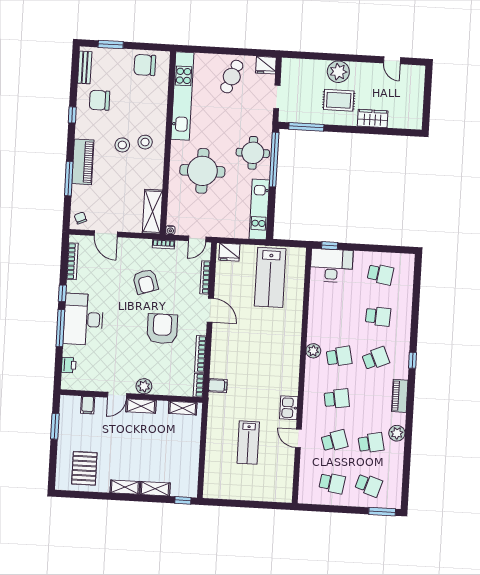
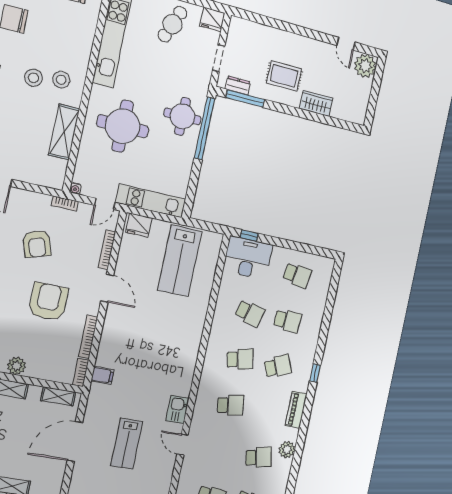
plant: (338, 72) -> (365, 66), moved
dresser: (298, 117) -> (238, 85), added
kitchen unit: (259, 209) -> (151, 201), moved, turned 90
shelving: (152, 212) -> (64, 132), moved
plant: (313, 351) -> (214, 349), removed
school desk: (334, 441) -> (250, 313), moved, turned 33
door: (203, 445) -> (75, 441), added

